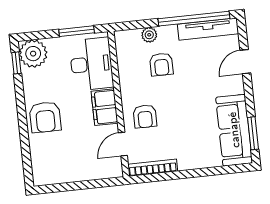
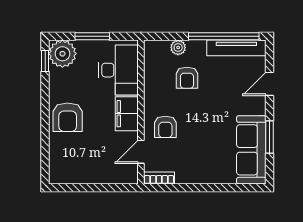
window: (77, 31) -> (92, 36), moved
window: (253, 133) -> (270, 137), moved
bookcase: (153, 168) -> (159, 178), width x0.64

